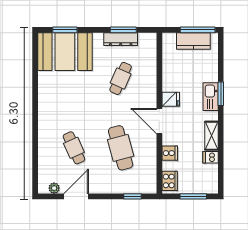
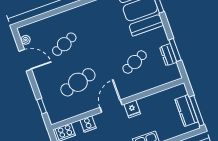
dresser: (121, 39) -> (168, 55), width x0.70
cafe table: (121, 78) -> (135, 62), turned -48

